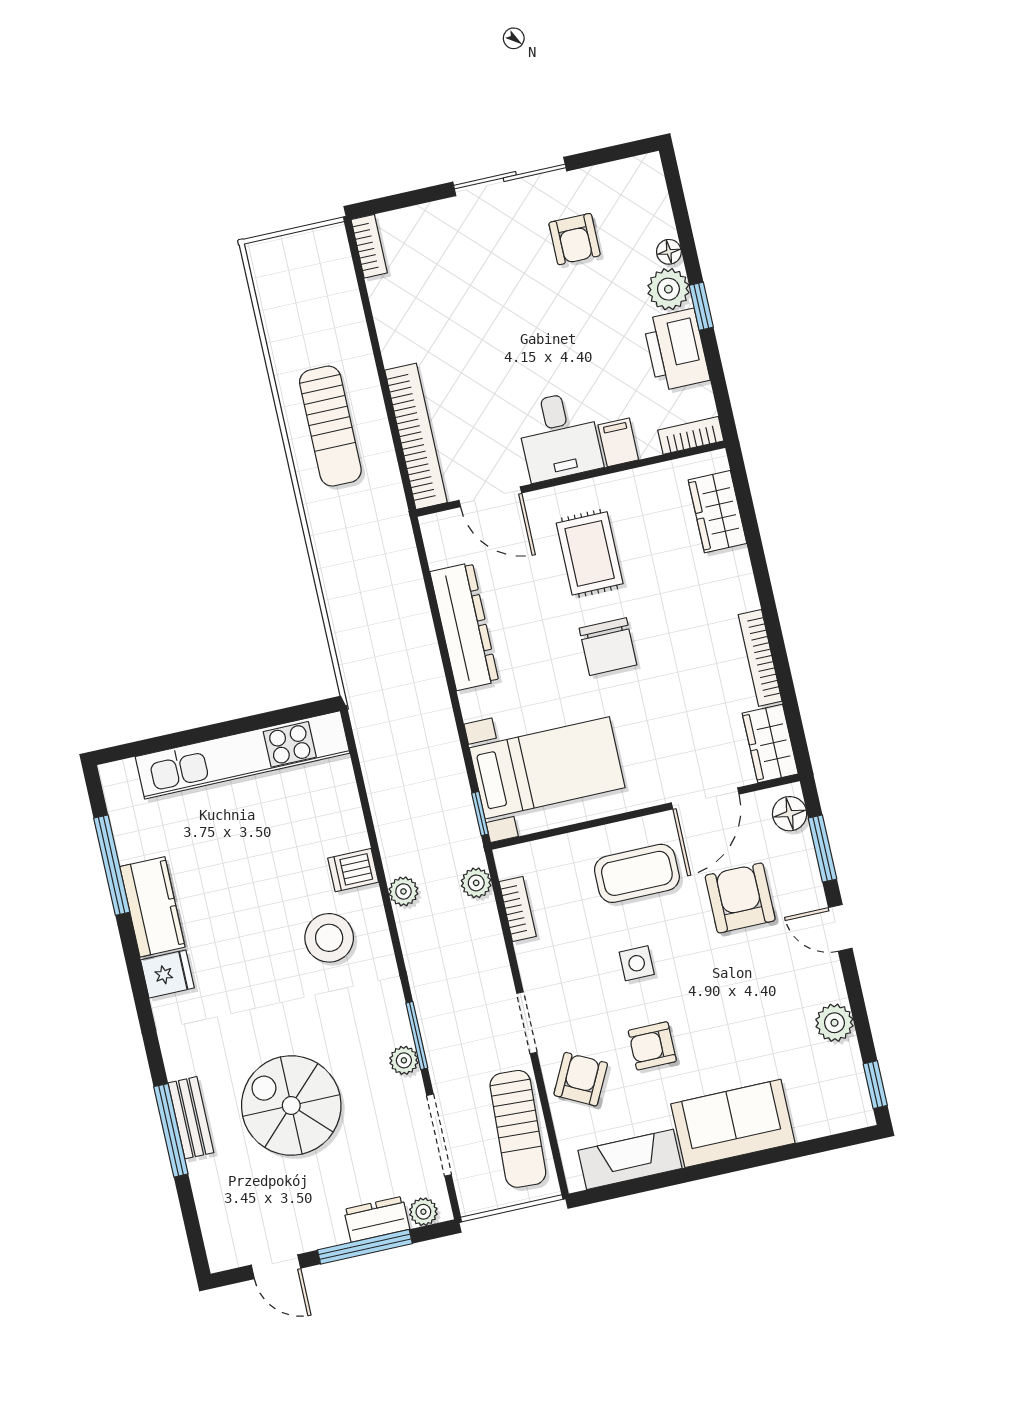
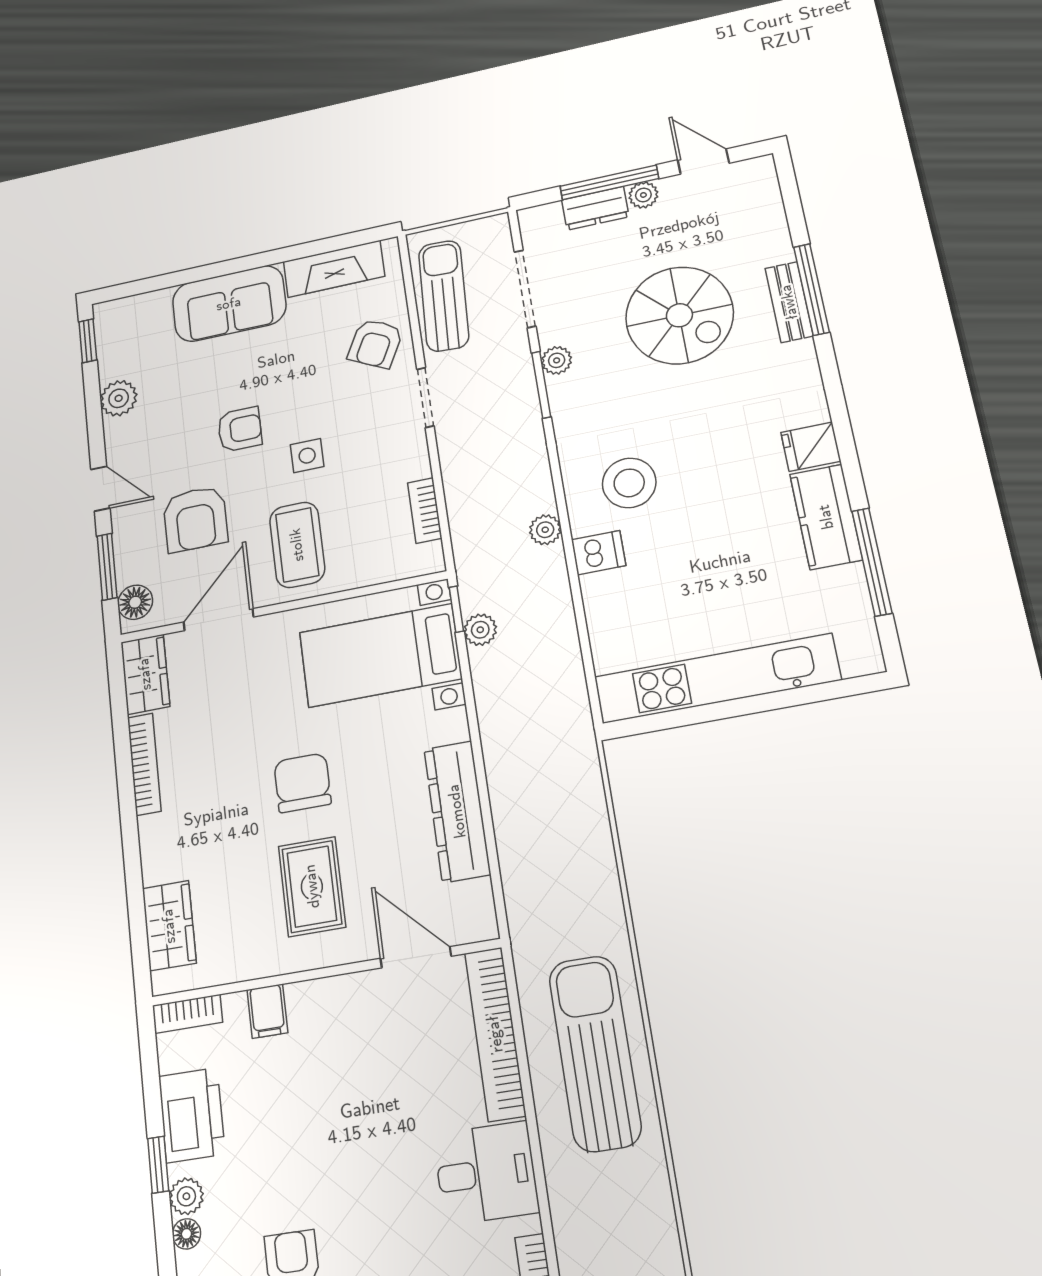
plant: (668, 289) -> (186, 1196), width x0.73, depth x0.73
sun lounger: (330, 426) -> (595, 1053), width x1.36, depth x1.34
desk: (559, 436) -> (486, 1173), moved, turned 90
coffee table: (637, 873) -> (297, 545), turned 90
plant: (476, 883) -> (480, 630), moved
armchair: (652, 1046) -> (240, 429), moved
plant: (423, 1212) -> (643, 195), moved

